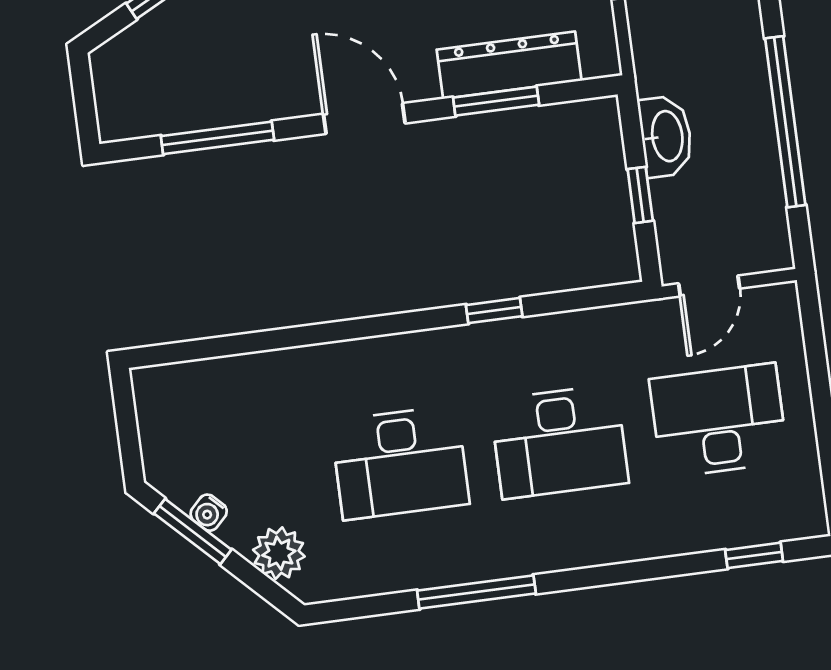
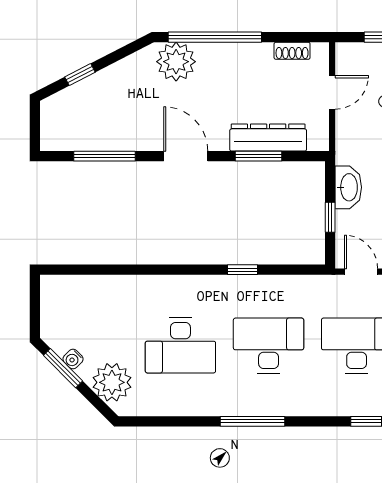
door: (709, 286) -> (361, 272), swing flipped
desk: (559, 442) -> (269, 345), turned 180
plant: (279, 553) -> (112, 382), width x1.36, depth x1.36
window: (476, 592) -> (253, 421), moved

